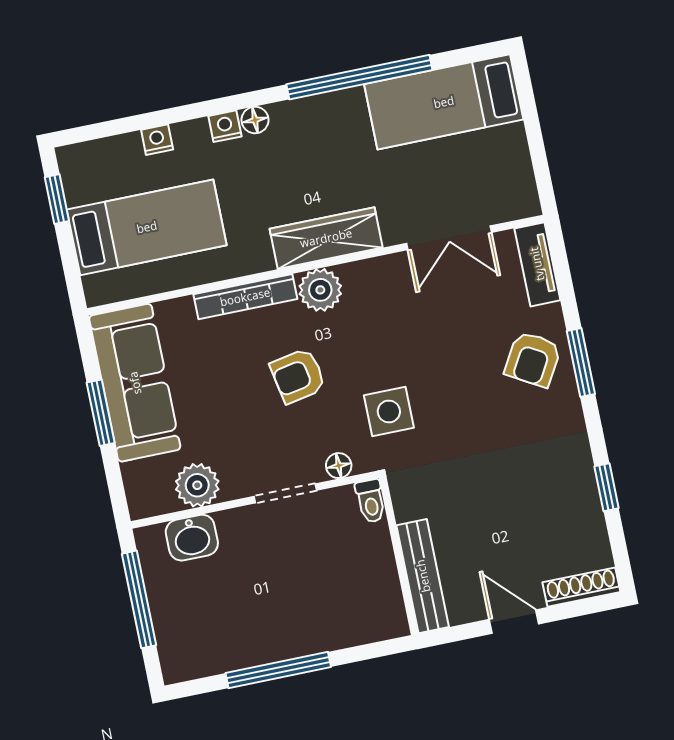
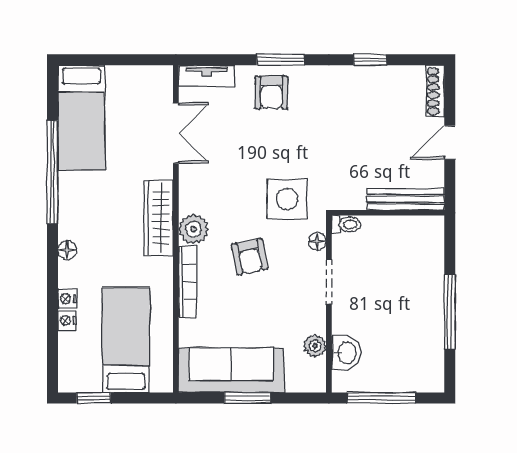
nightstand: (225, 126) -> (67, 299), moved
armchair: (533, 359) -> (271, 93), turned 60
side table: (389, 411) -> (287, 199), width x1.37, depth x1.37
plant: (197, 485) -> (315, 346), width x0.73, depth x0.73

